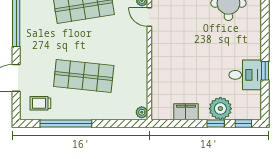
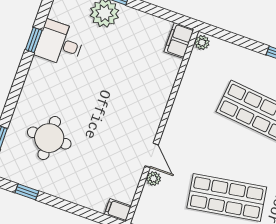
filing cabinet: (186, 112) -> (179, 41), moved, turned 90

